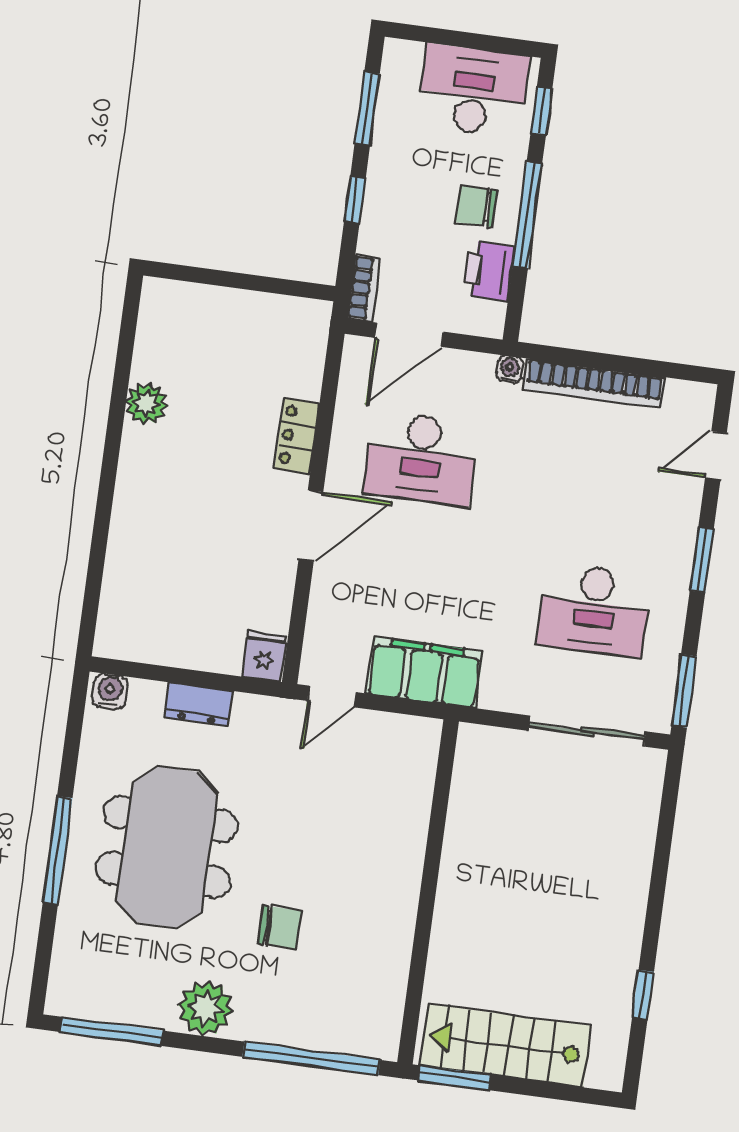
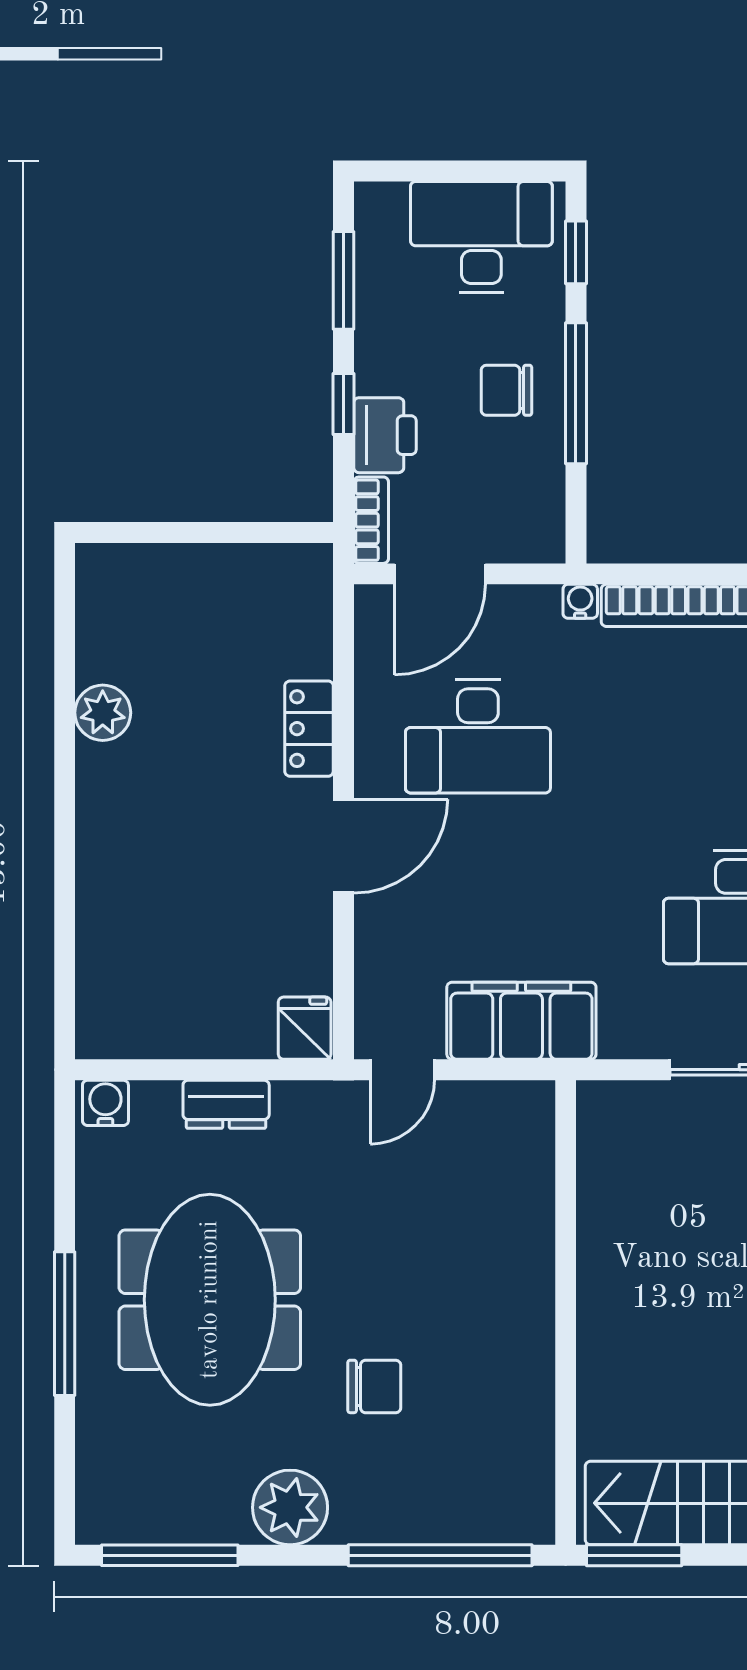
printer: (489, 271) -> (385, 435), moved, turned 180

